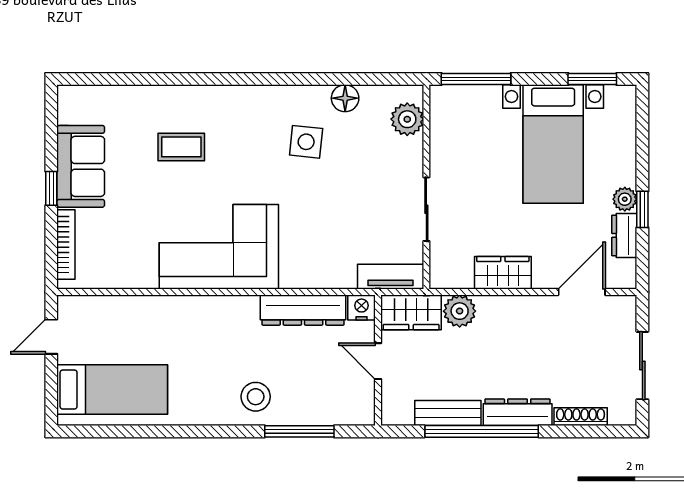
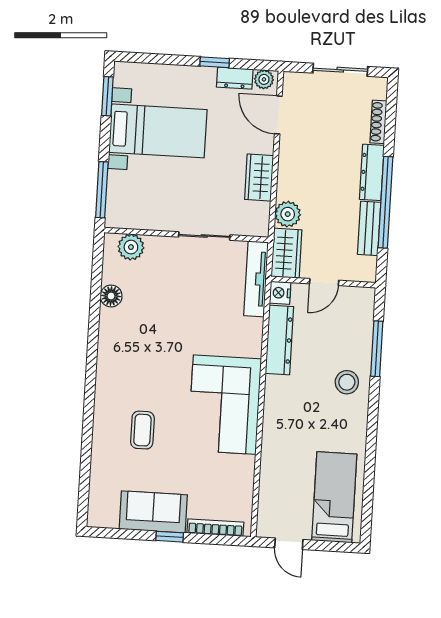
side table: (306, 142) -> (144, 329), removed
plant: (625, 199) -> (264, 79), moved
tv unit: (391, 277) -> (256, 279), width x1.41

